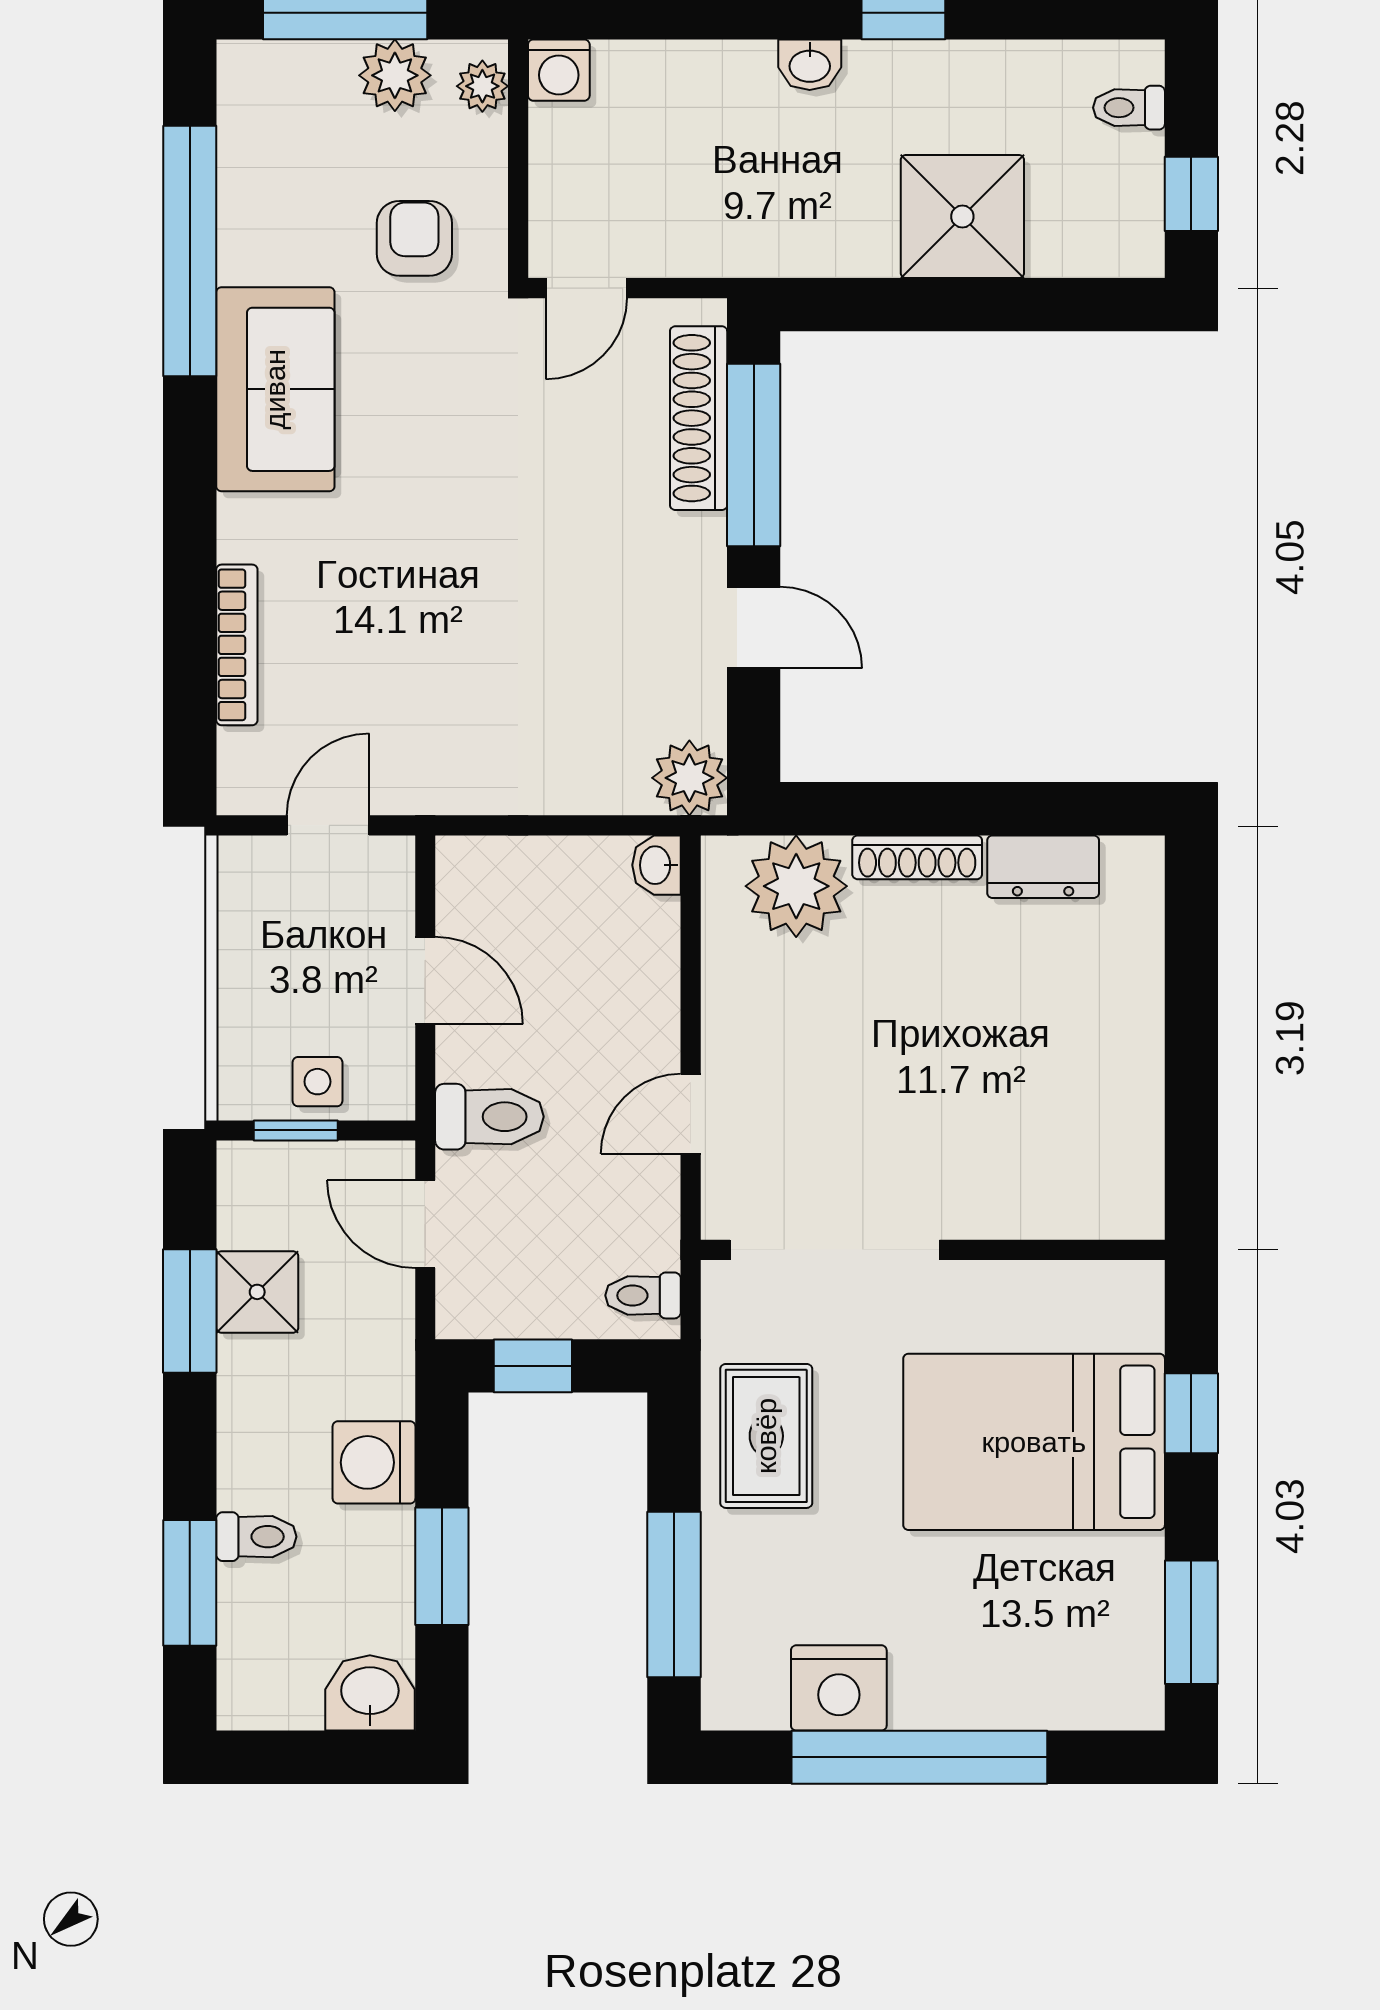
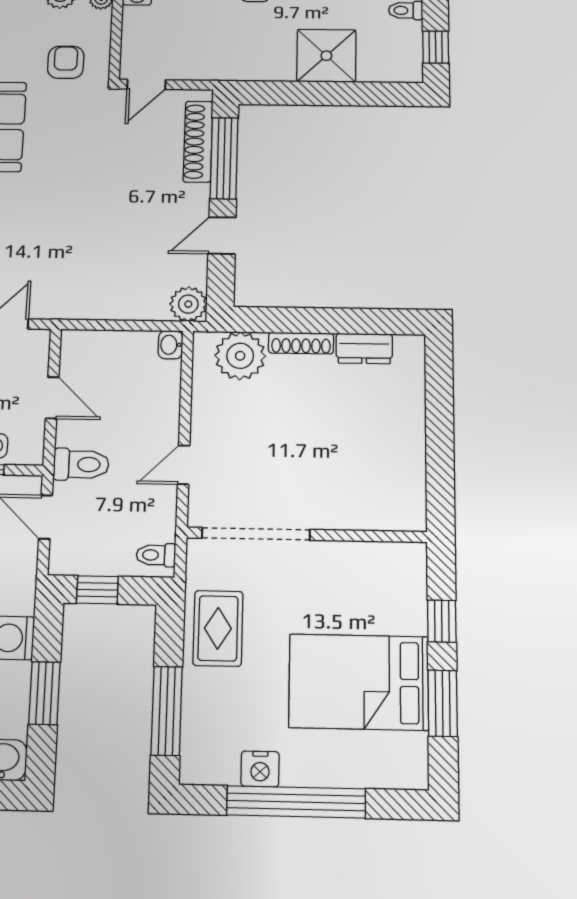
door: (754, 628) -> (222, 235), swing flipped
bed: (1034, 1442) -> (359, 682), moved
window: (1191, 1622) -> (443, 703), moved
nightstand: (839, 1688) -> (260, 769), width x0.74, depth x0.75

